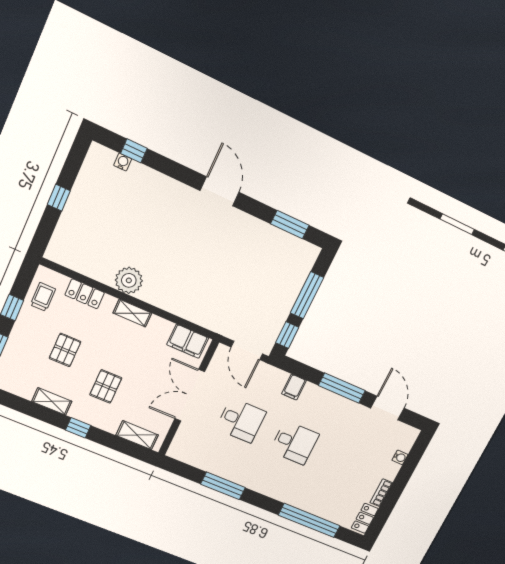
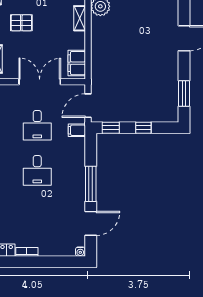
window: (307, 295) -> (143, 128), width x0.46
filing cabinet: (294, 387) -> (77, 130), moved
water cooler: (400, 457) -> (80, 252), moved

